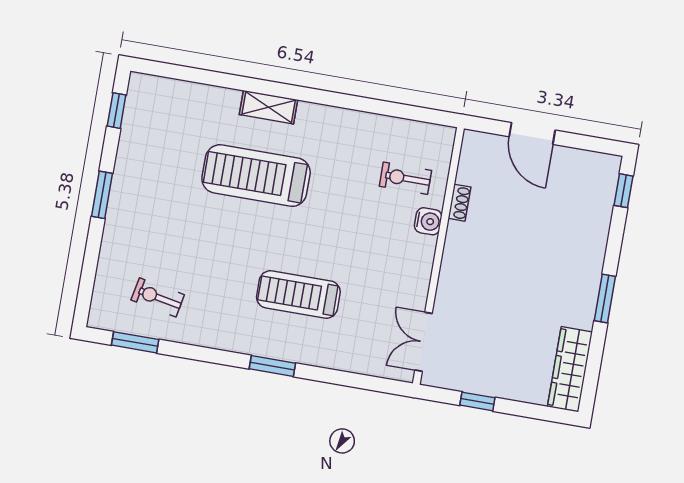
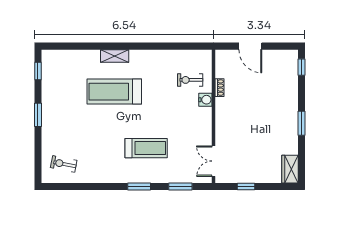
treadmill: (298, 294) -> (146, 148), turned 180
exercise bike: (158, 297) -> (64, 164), moved
window: (135, 342) -> (180, 187), moved
wardrobe: (570, 369) -> (290, 169), width x0.67

